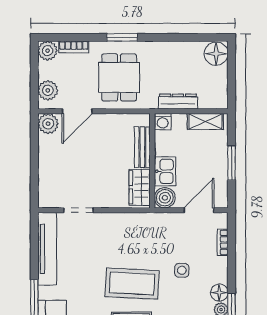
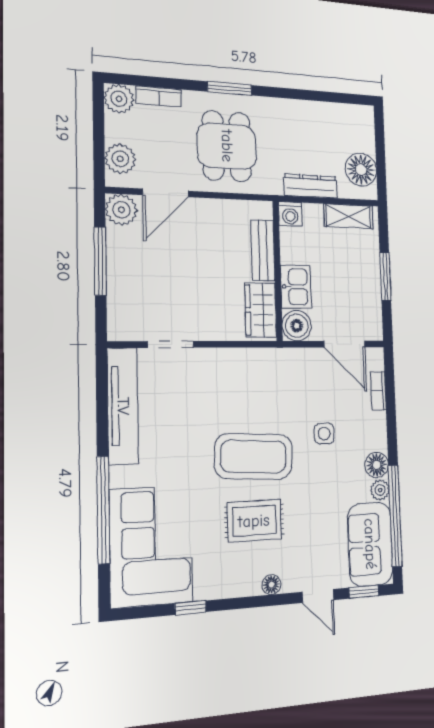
floor lamp: (216, 54) -> (361, 170), moved
window: (34, 157) -> (100, 261), added
door: (199, 210) -> (345, 344), swing flipped

